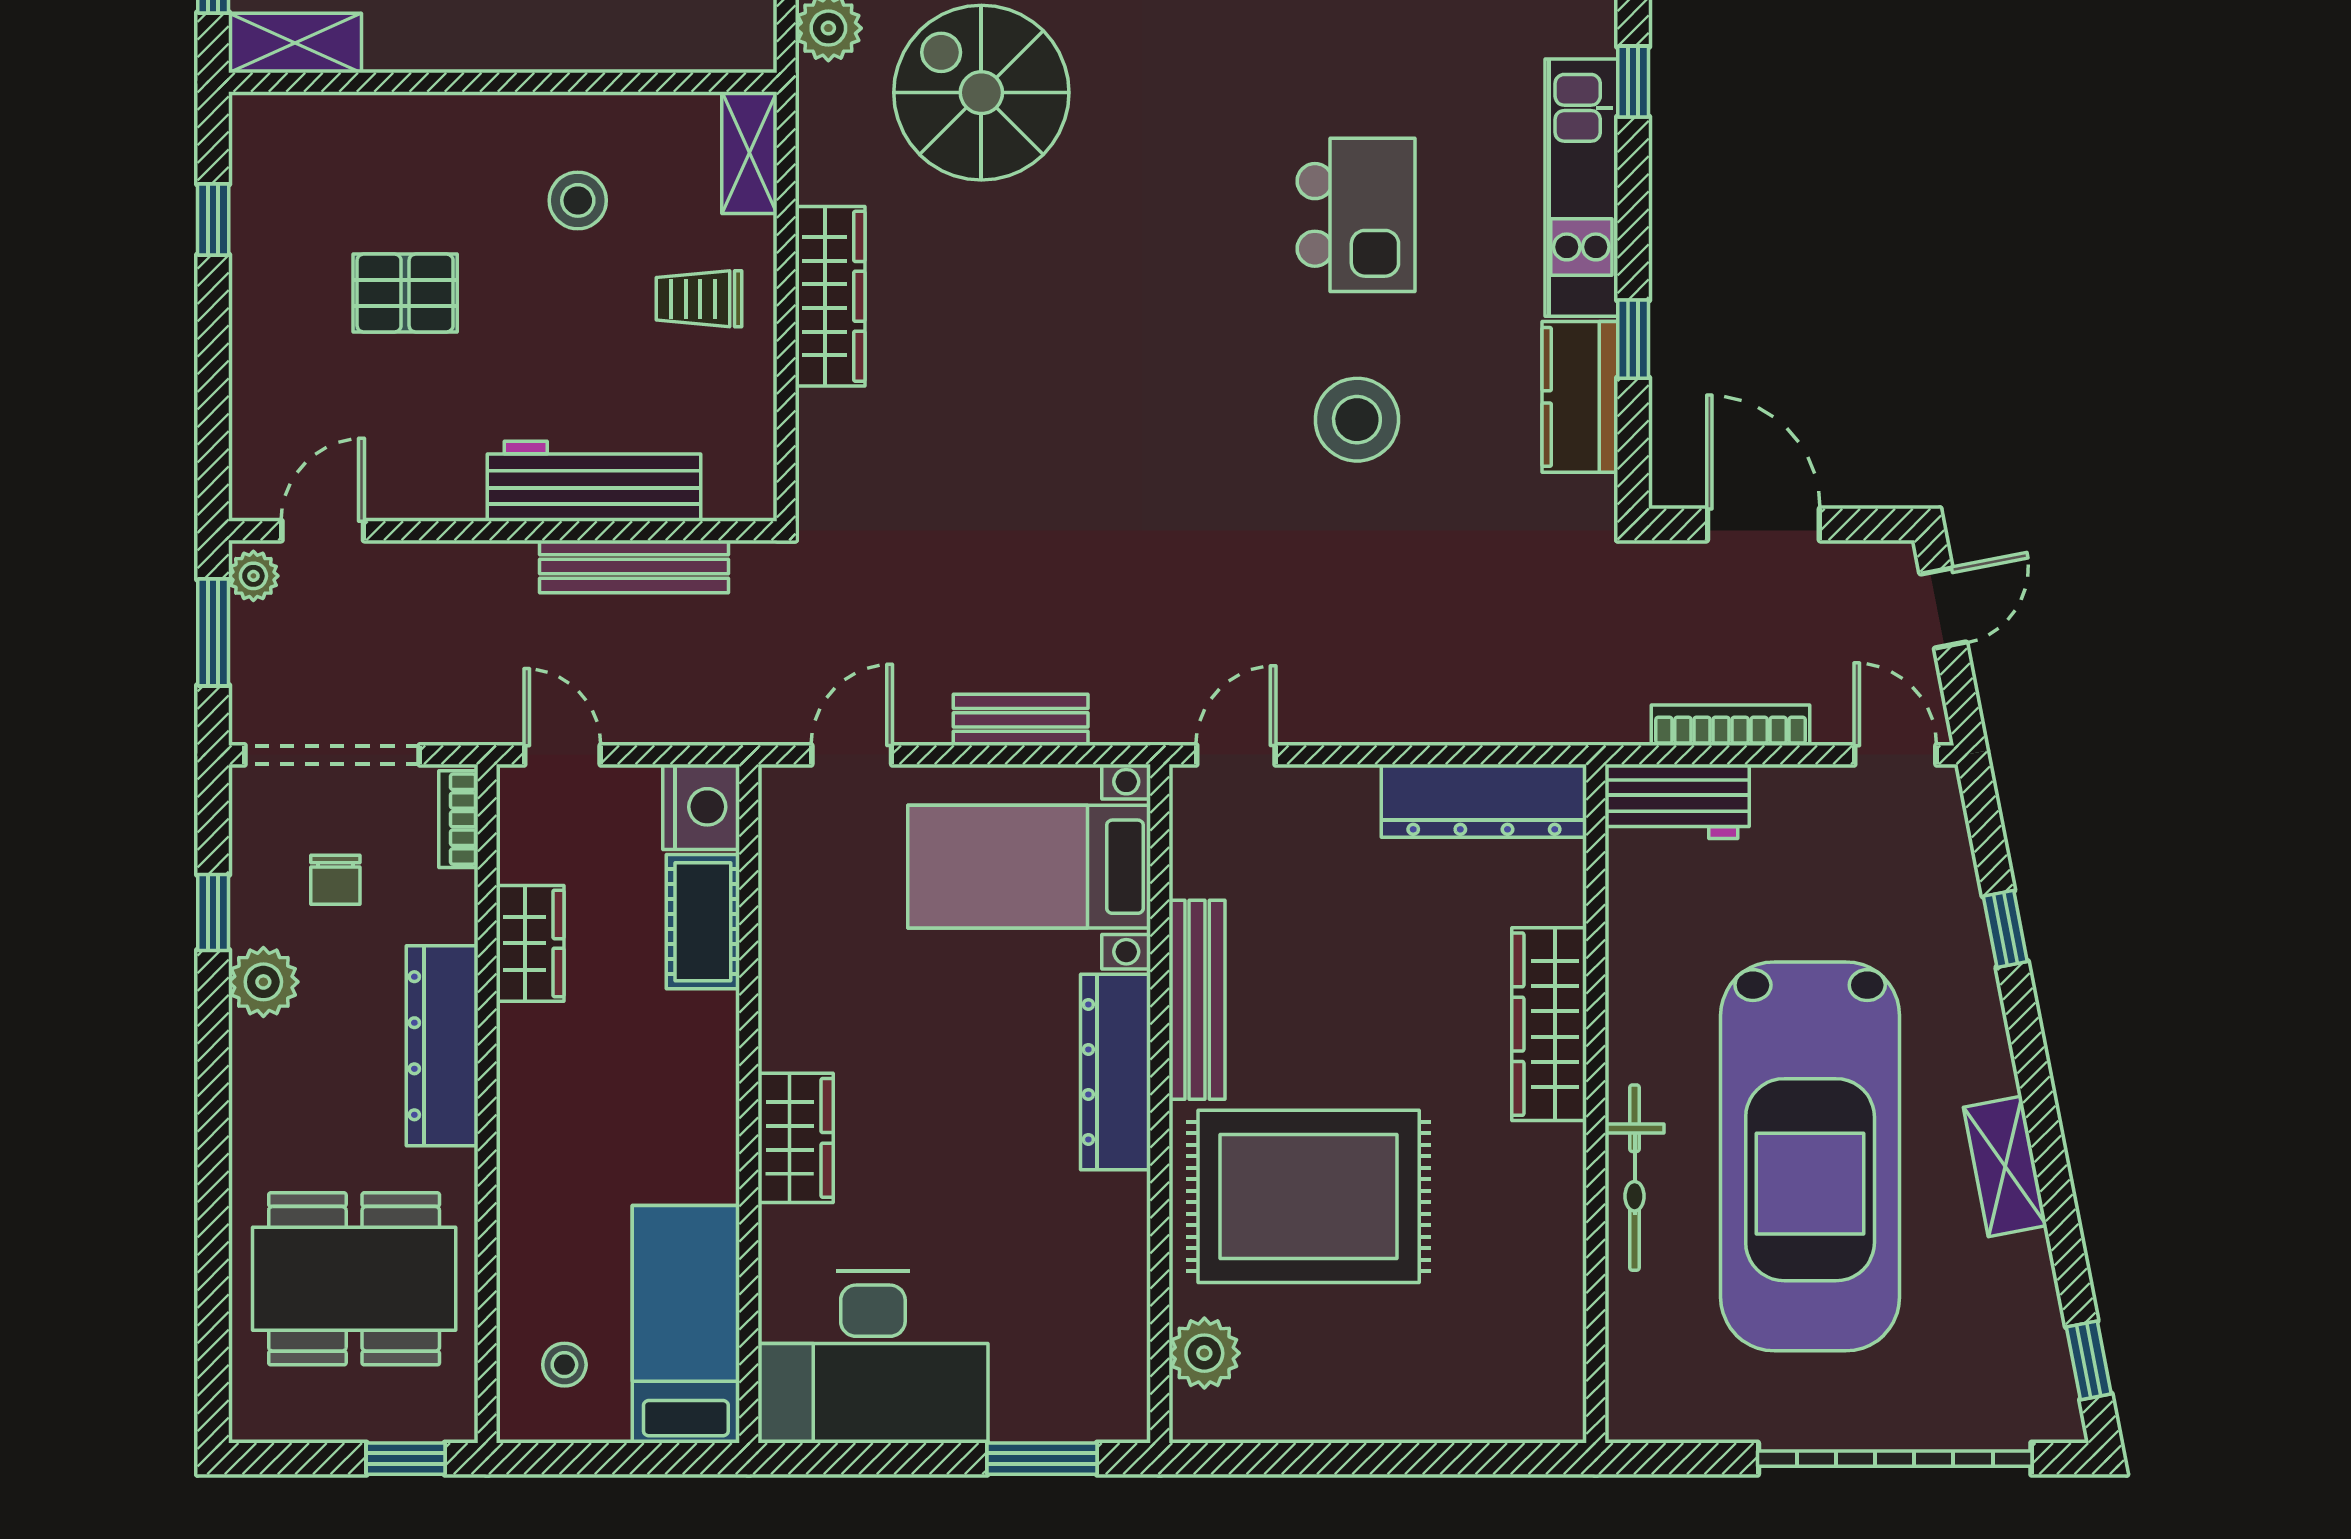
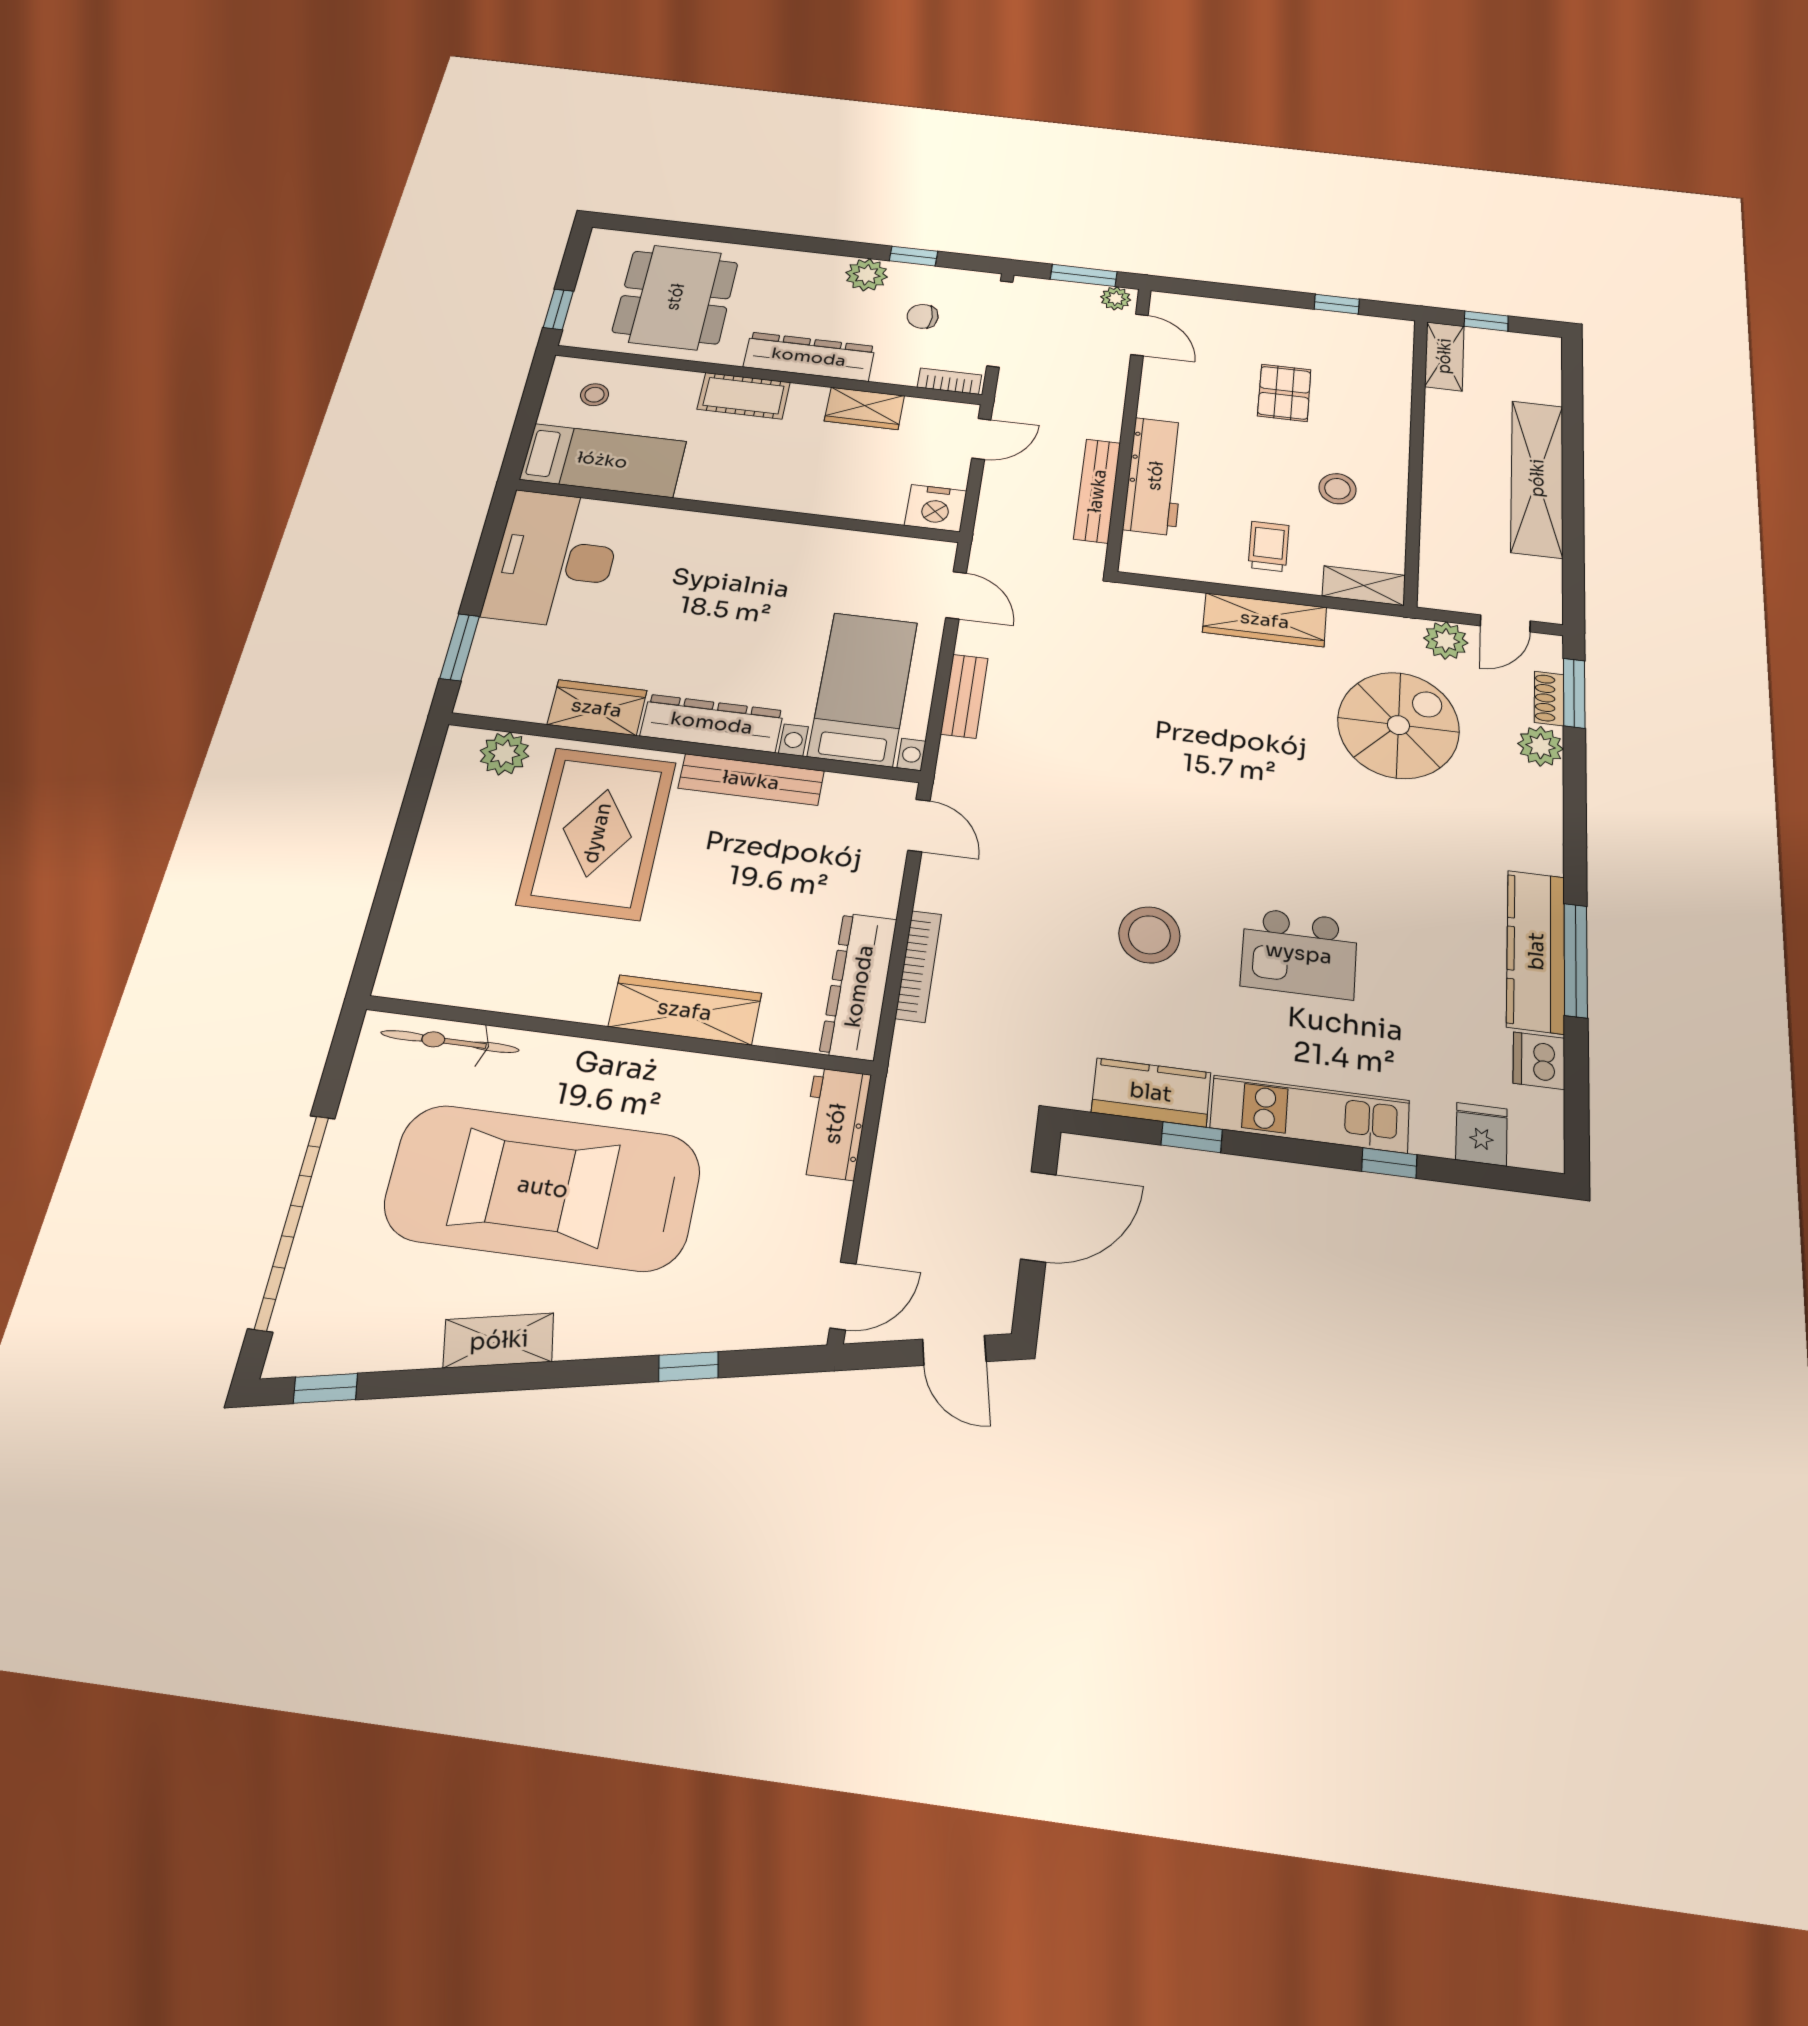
bookcase: (1731, 725) -> (918, 966), moved
cot: (703, 922) -> (744, 396), moved
wardrobe: (796, 1138) -> (597, 708), moved, turned 180
bicycle: (1635, 1178) -> (450, 1042), moved

